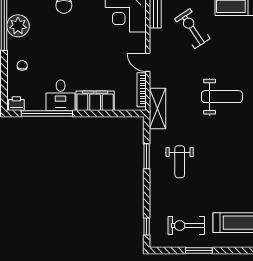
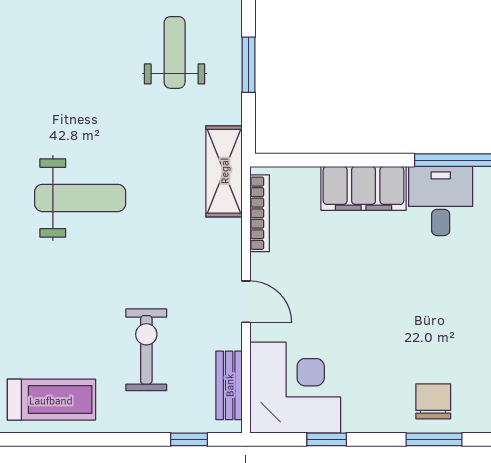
exercise bike: (192, 29) -> (146, 350), turned -146
door: (148, 62) -> (246, 302), moved
weight bench: (222, 97) -> (80, 198), turned 180

